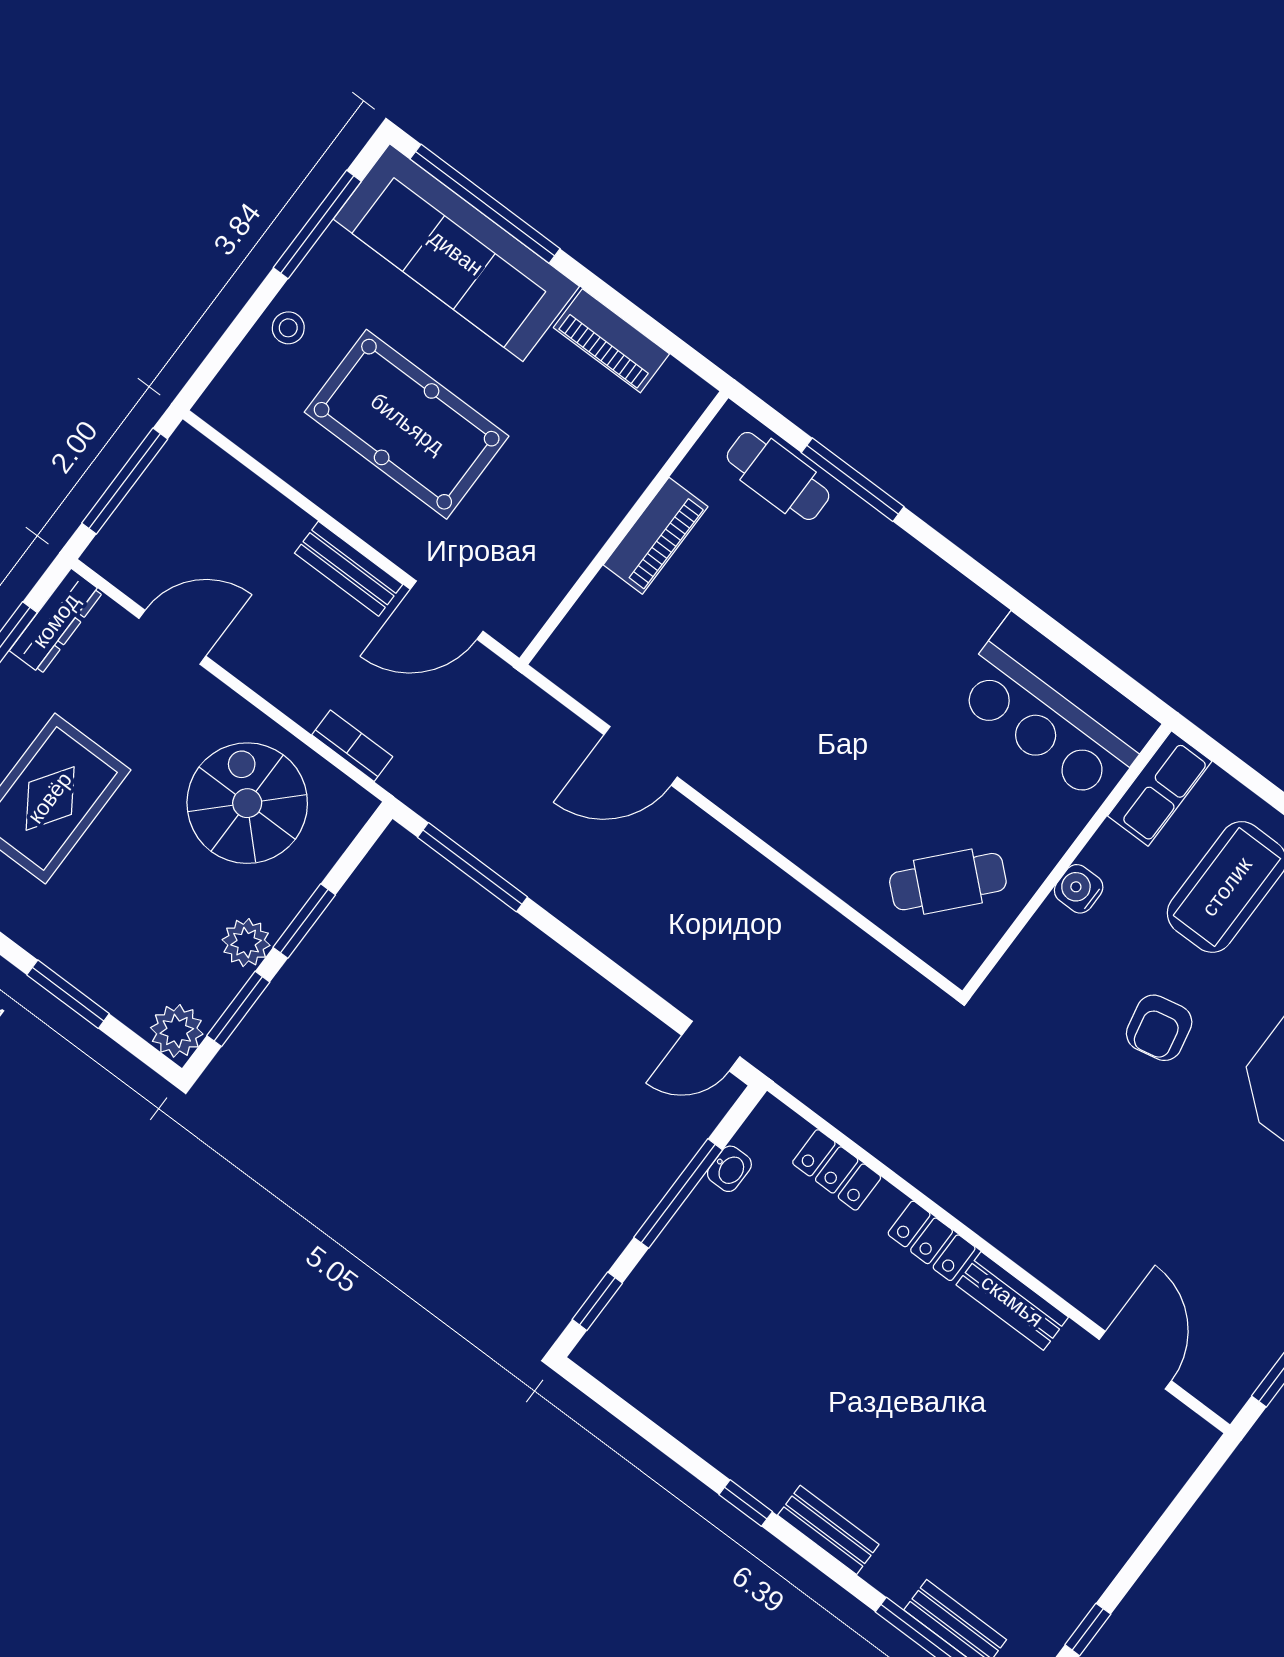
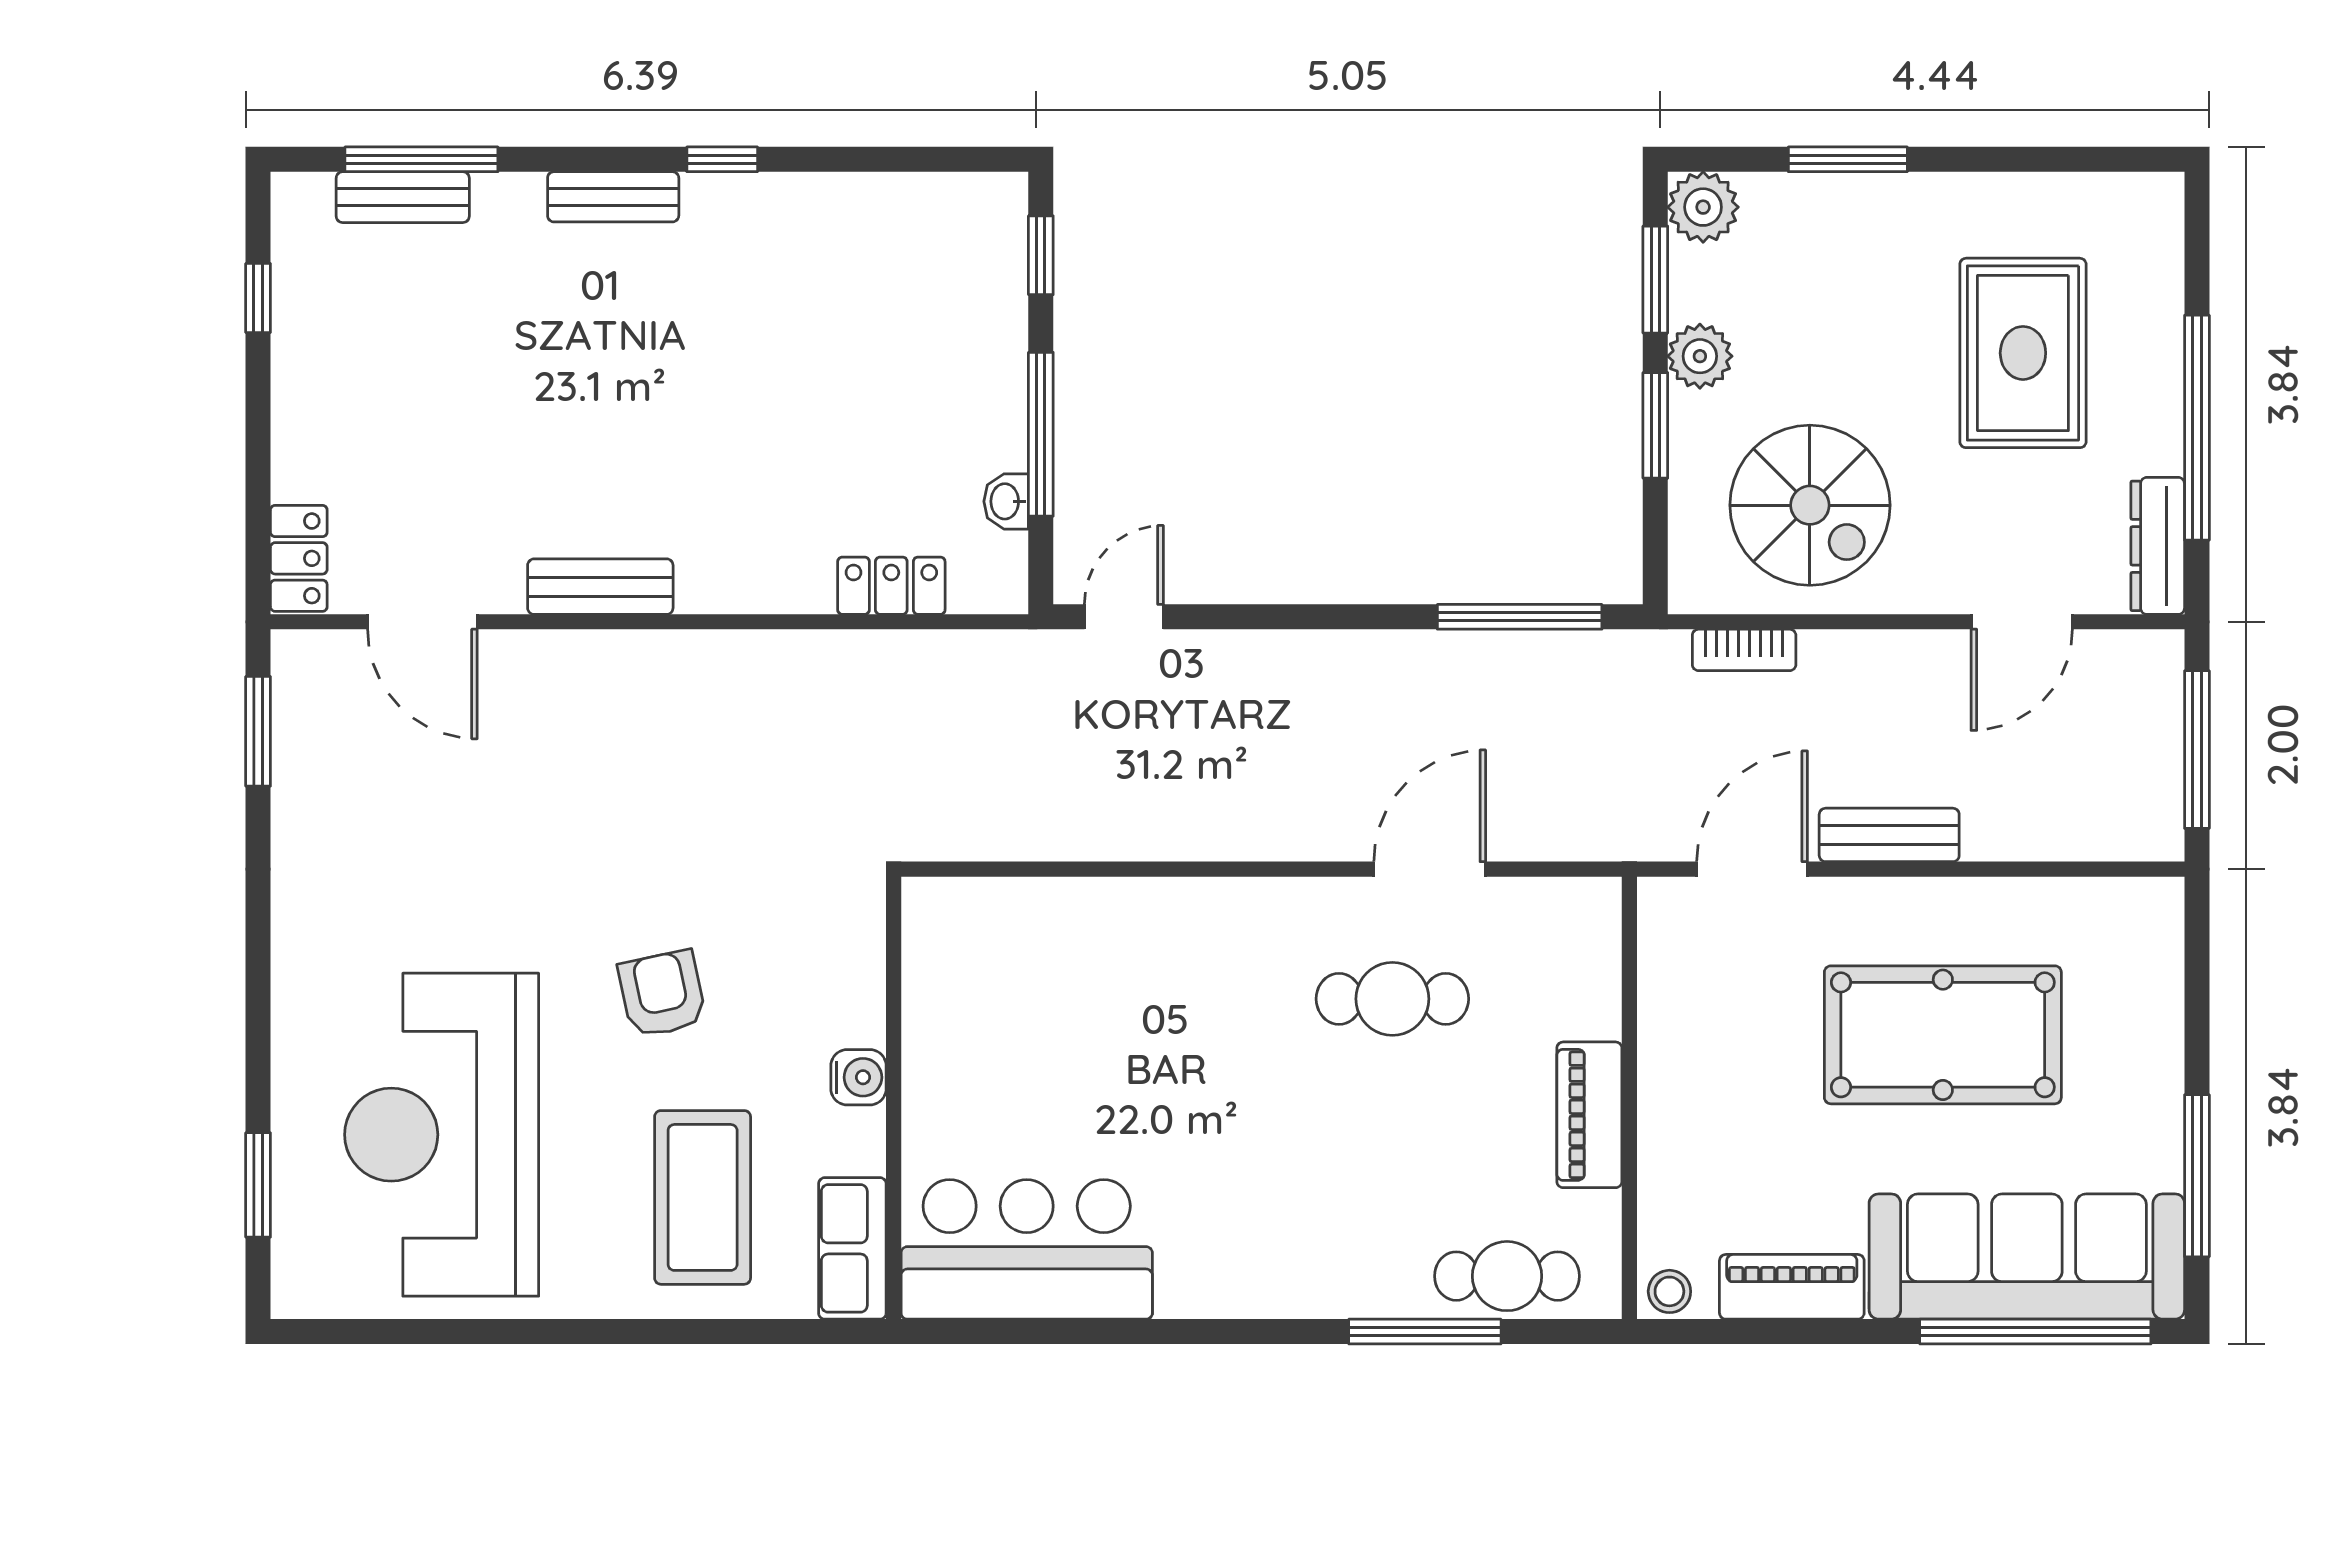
stool: (288, 328) -> (1669, 1291), moved
cafe table: (948, 882) -> (1392, 999), moved, turned 48
locker: (932, 1241) -> (299, 558), moved, turned 90

